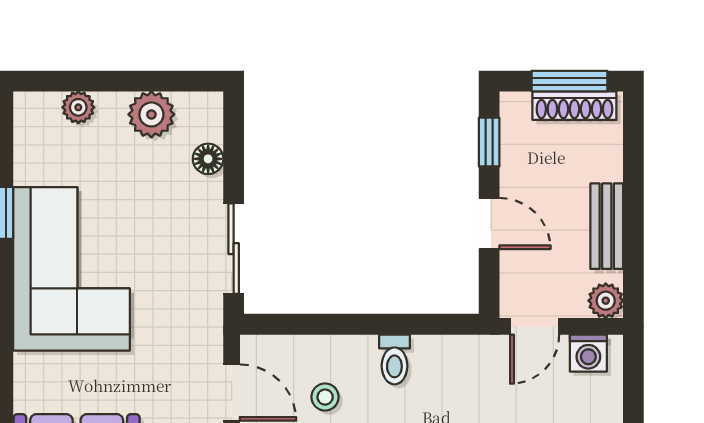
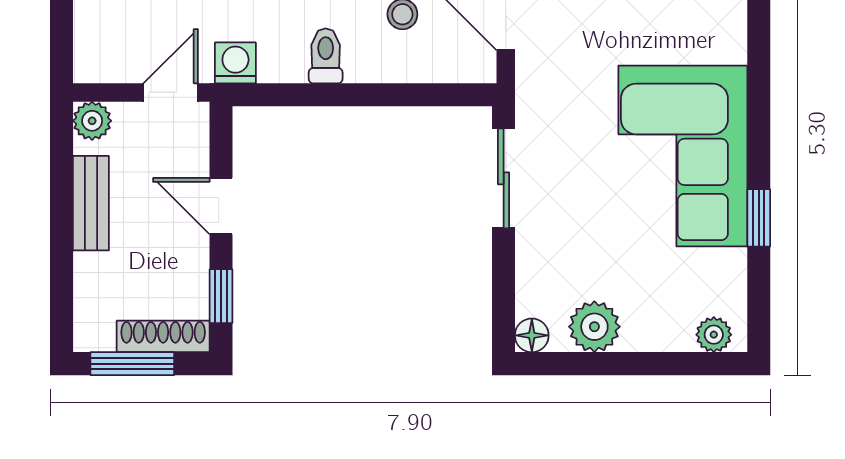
shoe rack: (574, 106) -> (163, 336), moved
plant: (78, 107) -> (714, 335), moved
floor lamp: (208, 159) -> (532, 335), moved
washing machine: (588, 353) -> (235, 63), moved

